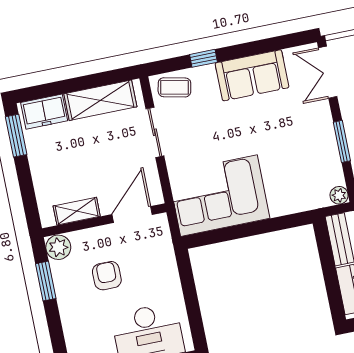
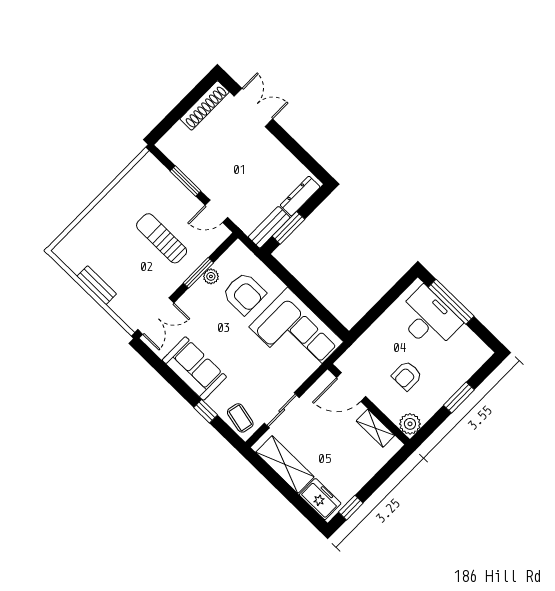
window: (16, 136) -> (351, 508), width x0.67
armchair: (292, 172) -> (244, 293), added
plant: (339, 195) -> (211, 276), moved
window: (327, 258) -> (288, 228), added
window: (46, 281) -> (459, 397), moved

